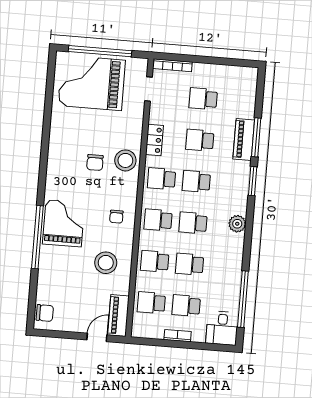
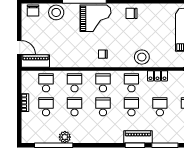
piano: (244, 139) -> (138, 137), moved
chair: (95, 163) -> (131, 13), moved
plant: (237, 224) -> (65, 137), moved
stool: (106, 263) -> (56, 12), moved
desk: (222, 328) -> (33, 133), removed

